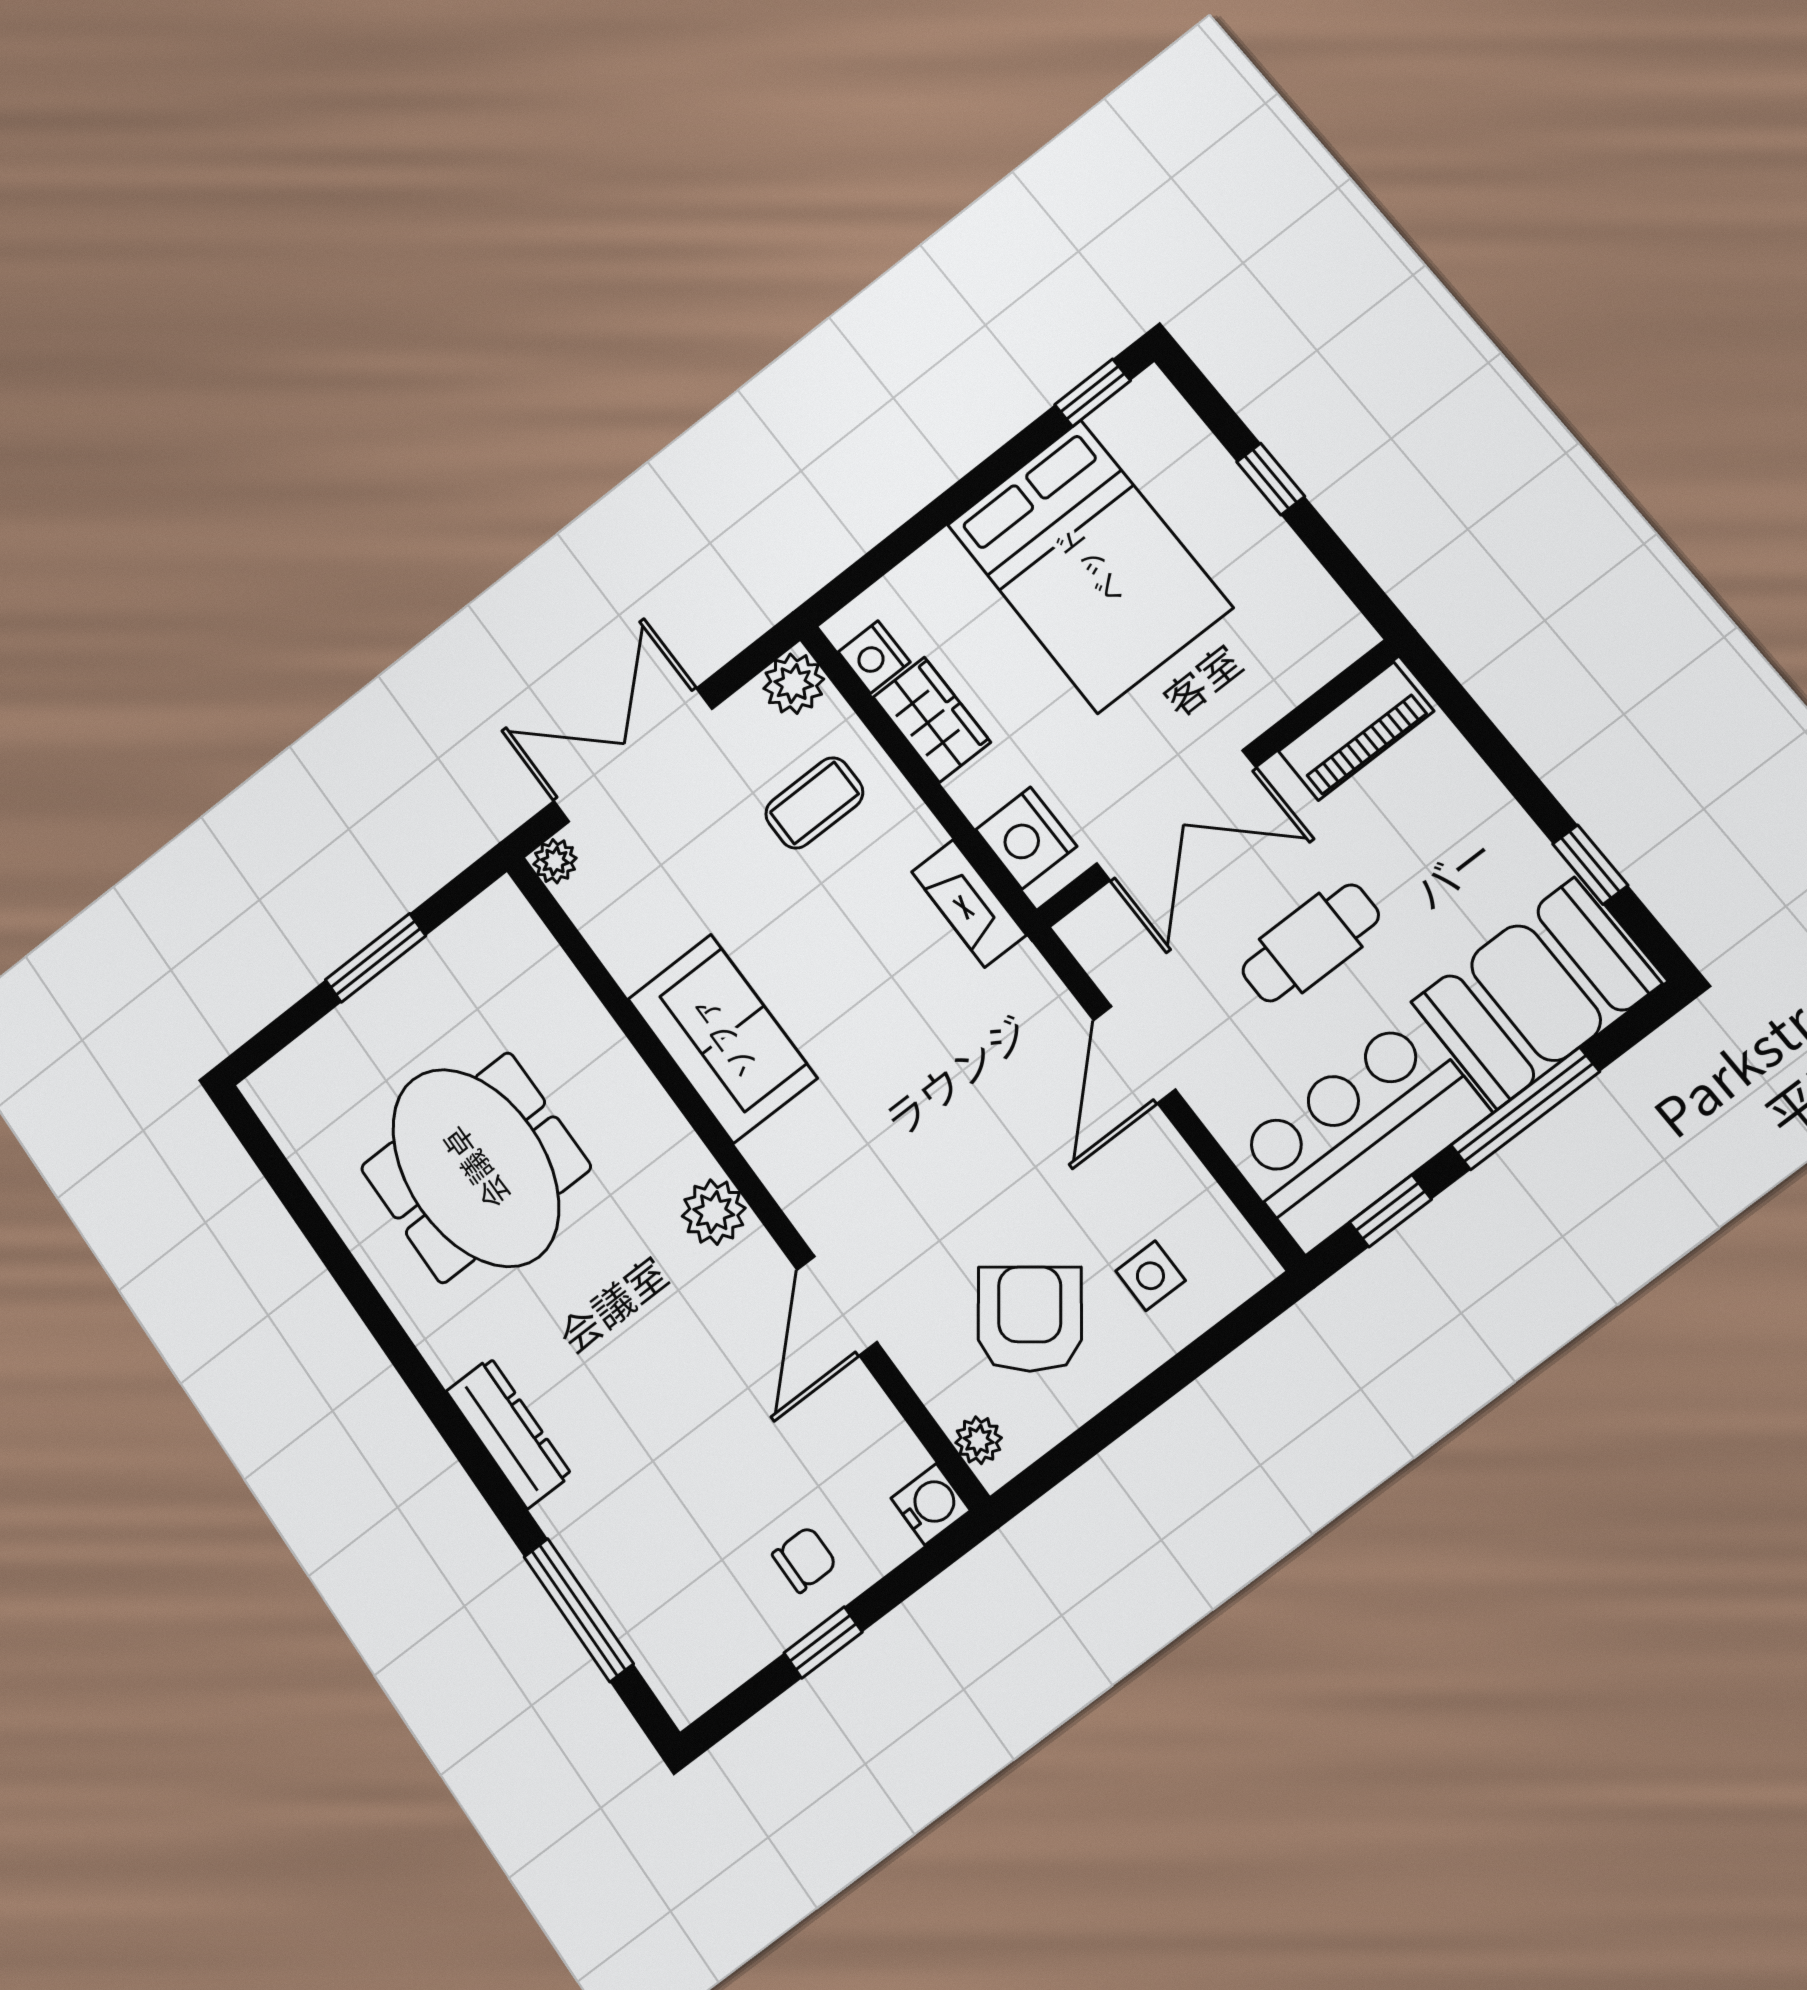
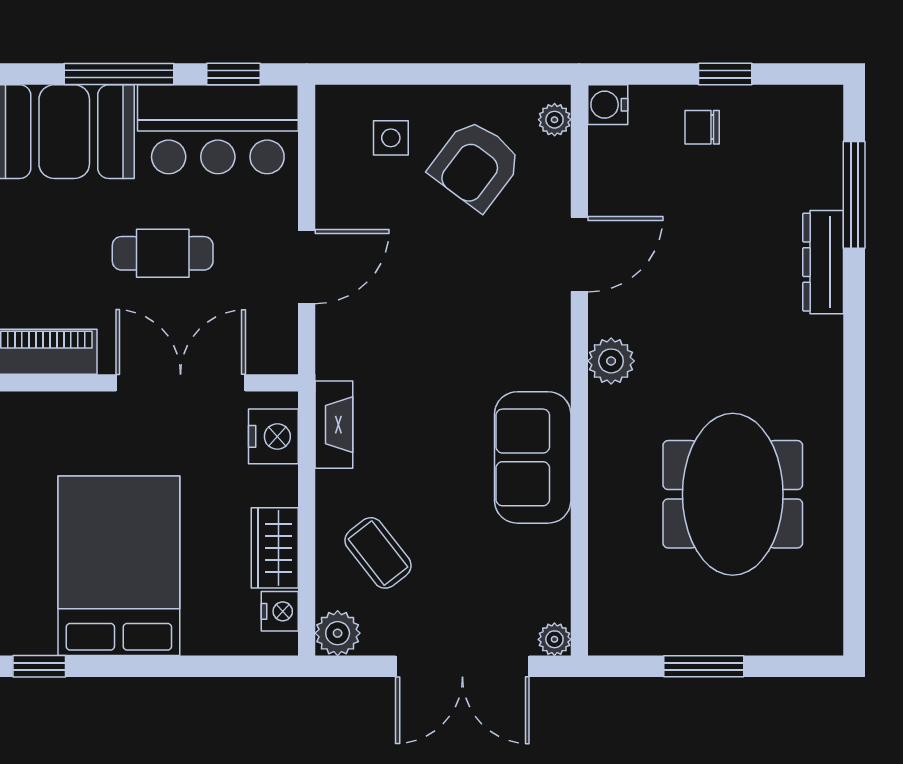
coffee table: (814, 803) -> (378, 553), turned 52
dresser: (509, 1433) -> (823, 262), moved

